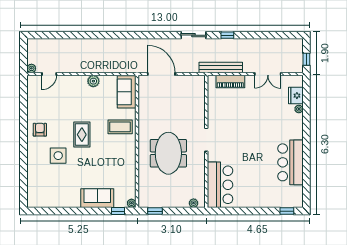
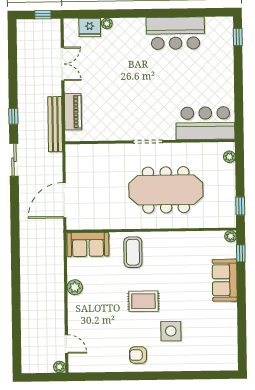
meeting table: (168, 153) -> (166, 190), width x1.36

